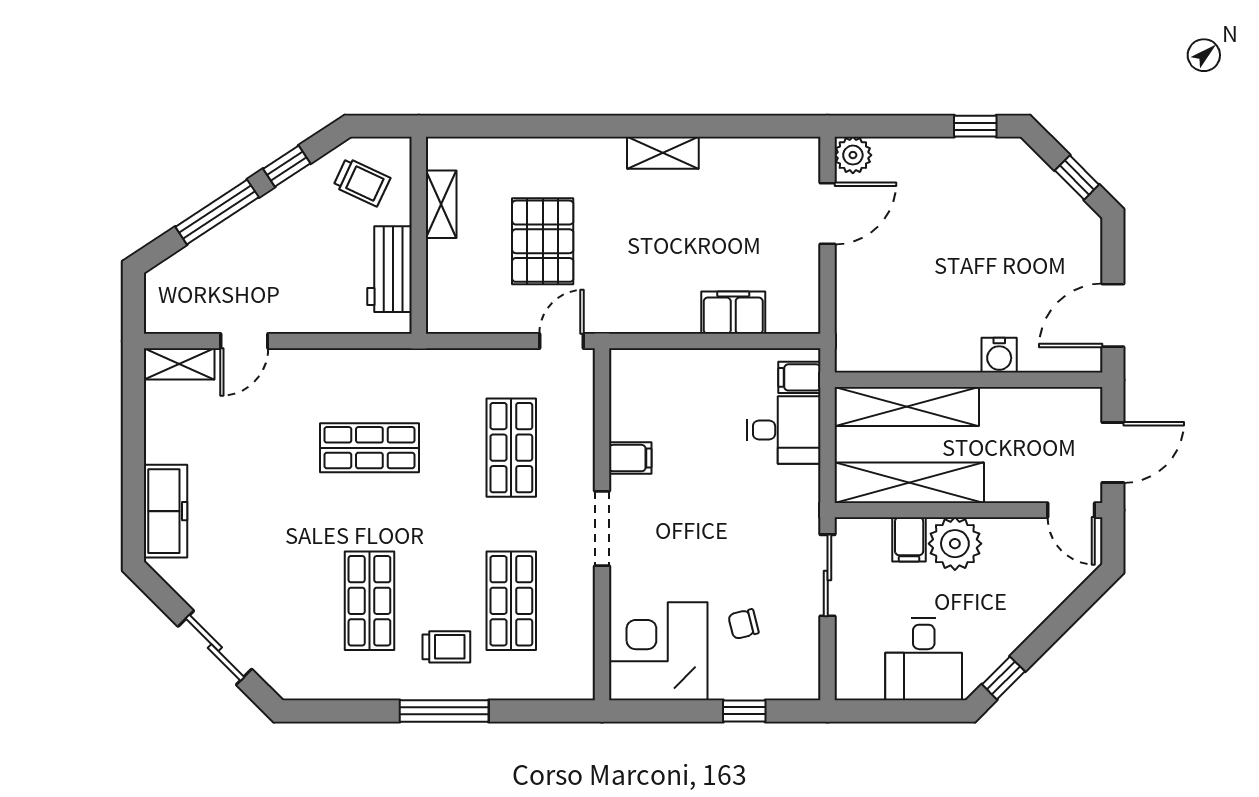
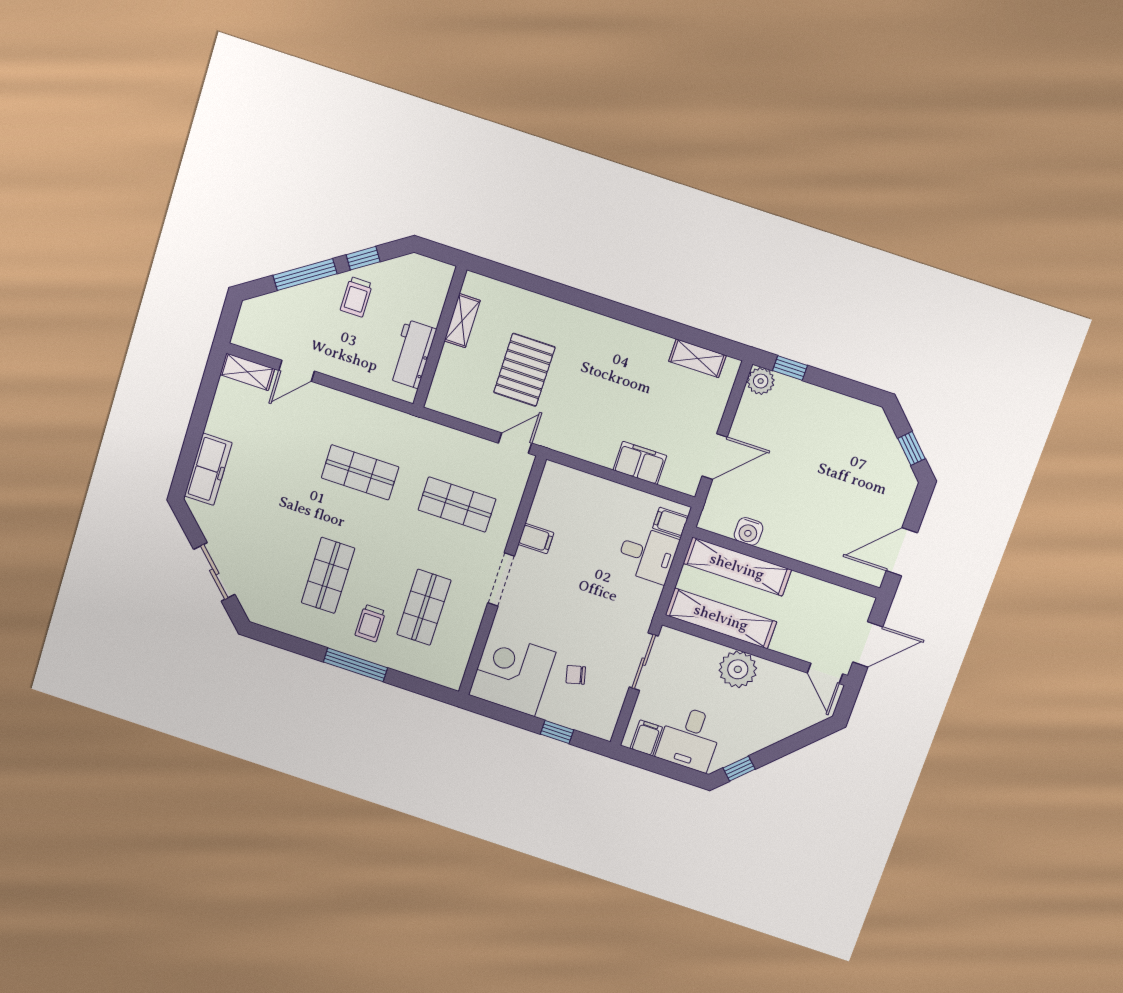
window: (975, 126) -> (790, 368), moved
shelving: (663, 153) -> (697, 358), moved
trolley: (362, 182) -> (356, 297), moved, turned 65
door: (828, 214) -> (715, 457), moved
water cooler: (999, 355) -> (749, 531), moved
shop shelf: (511, 448) -> (457, 505), turned 90
filing cabinet: (909, 539) -> (646, 738), moved, turned 180
trolley: (446, 647) -> (370, 623), turned 90

